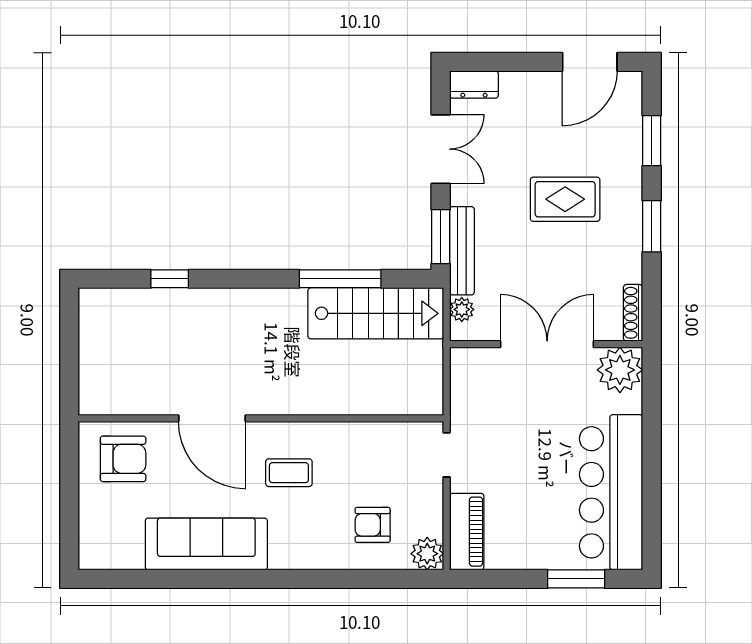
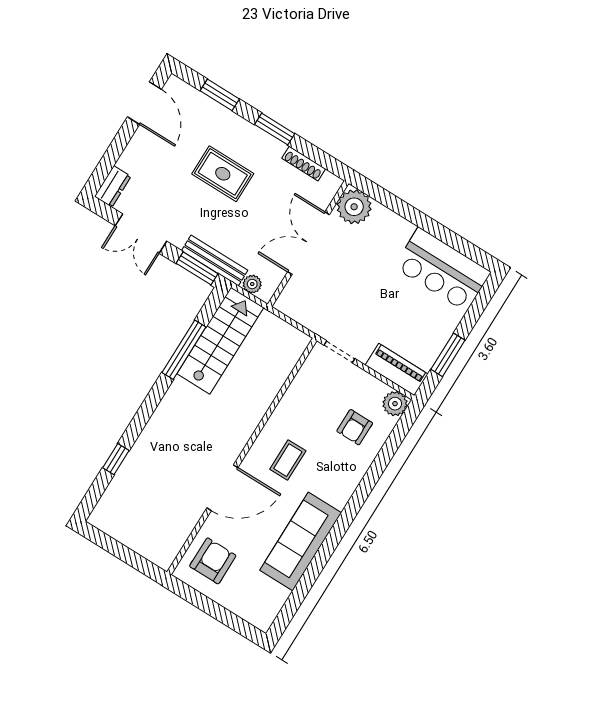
double door: (441, 149) -> (141, 234), swing flipped
rug: (565, 199) -> (223, 174), turned 90
shoe rack: (633, 313) -> (304, 164), moved
bar counter: (611, 492) -> (442, 270), width x0.73
window: (576, 579) -> (448, 355), moved

